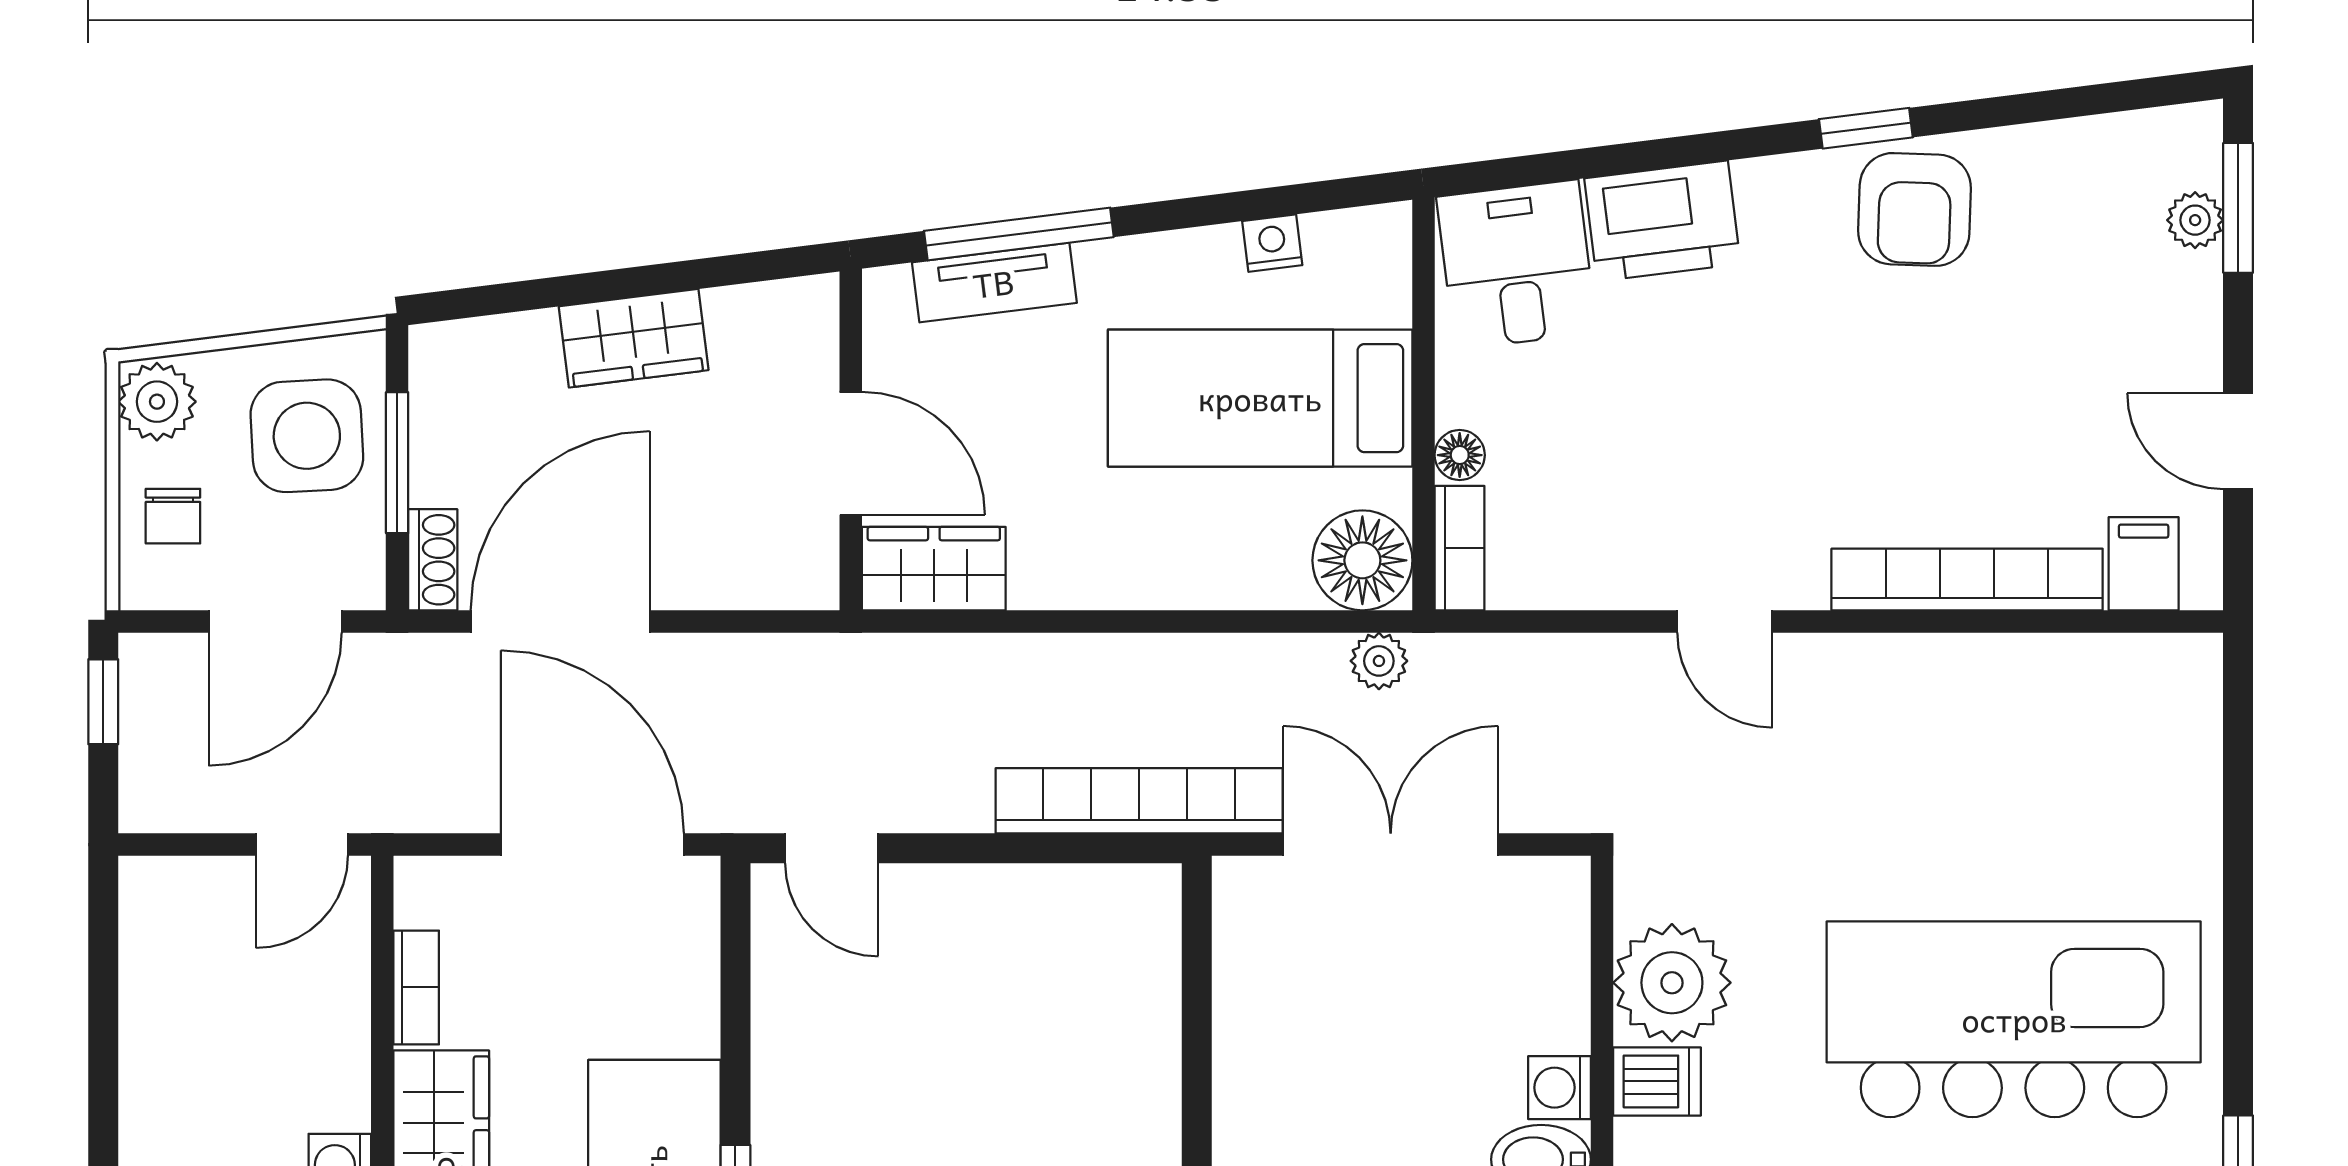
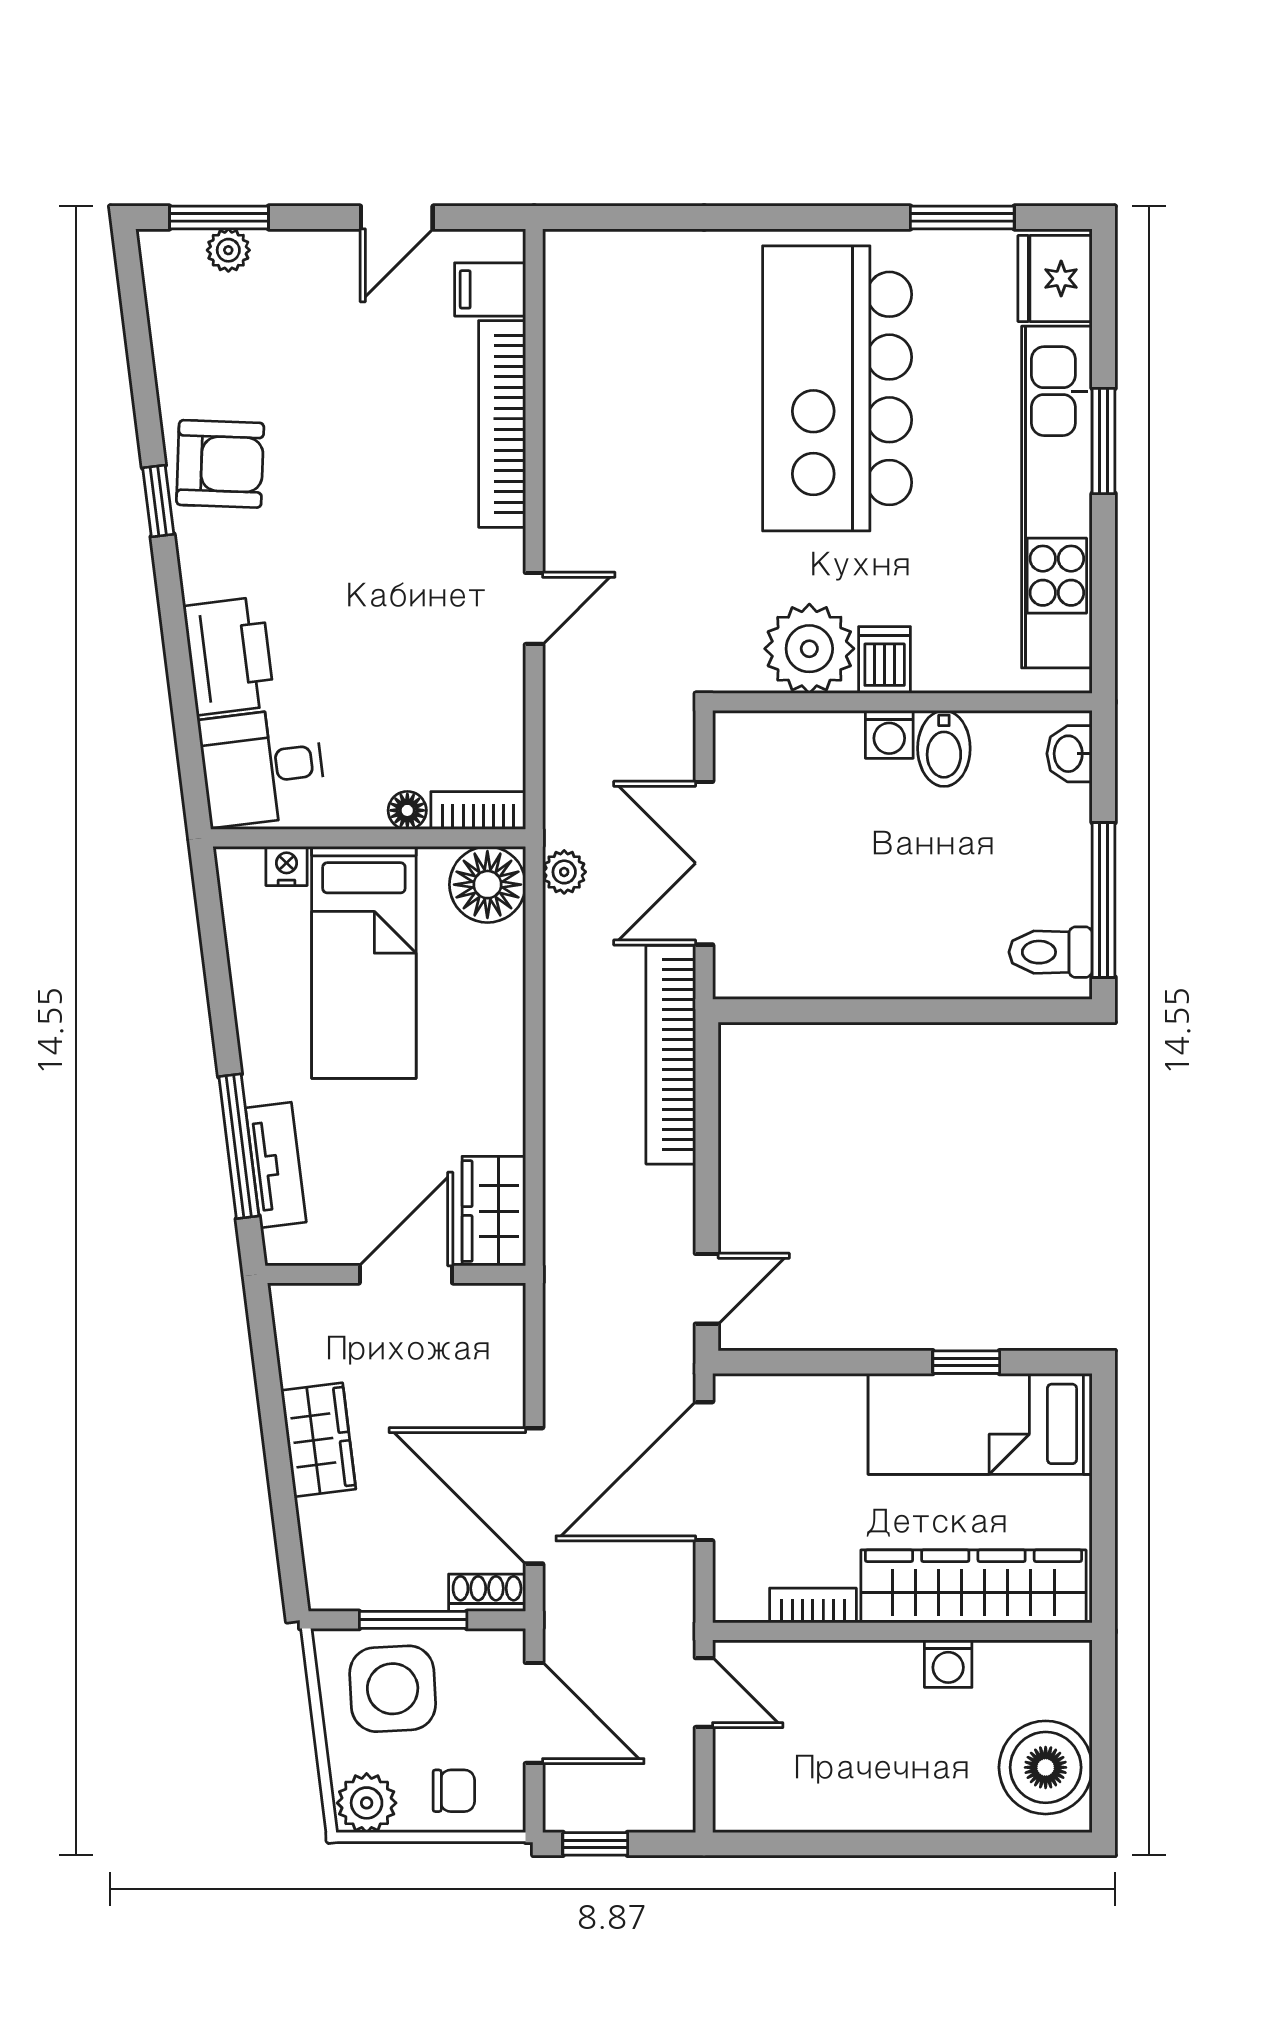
nightstand: (1272, 243) -> (286, 866), moved, turned 97

